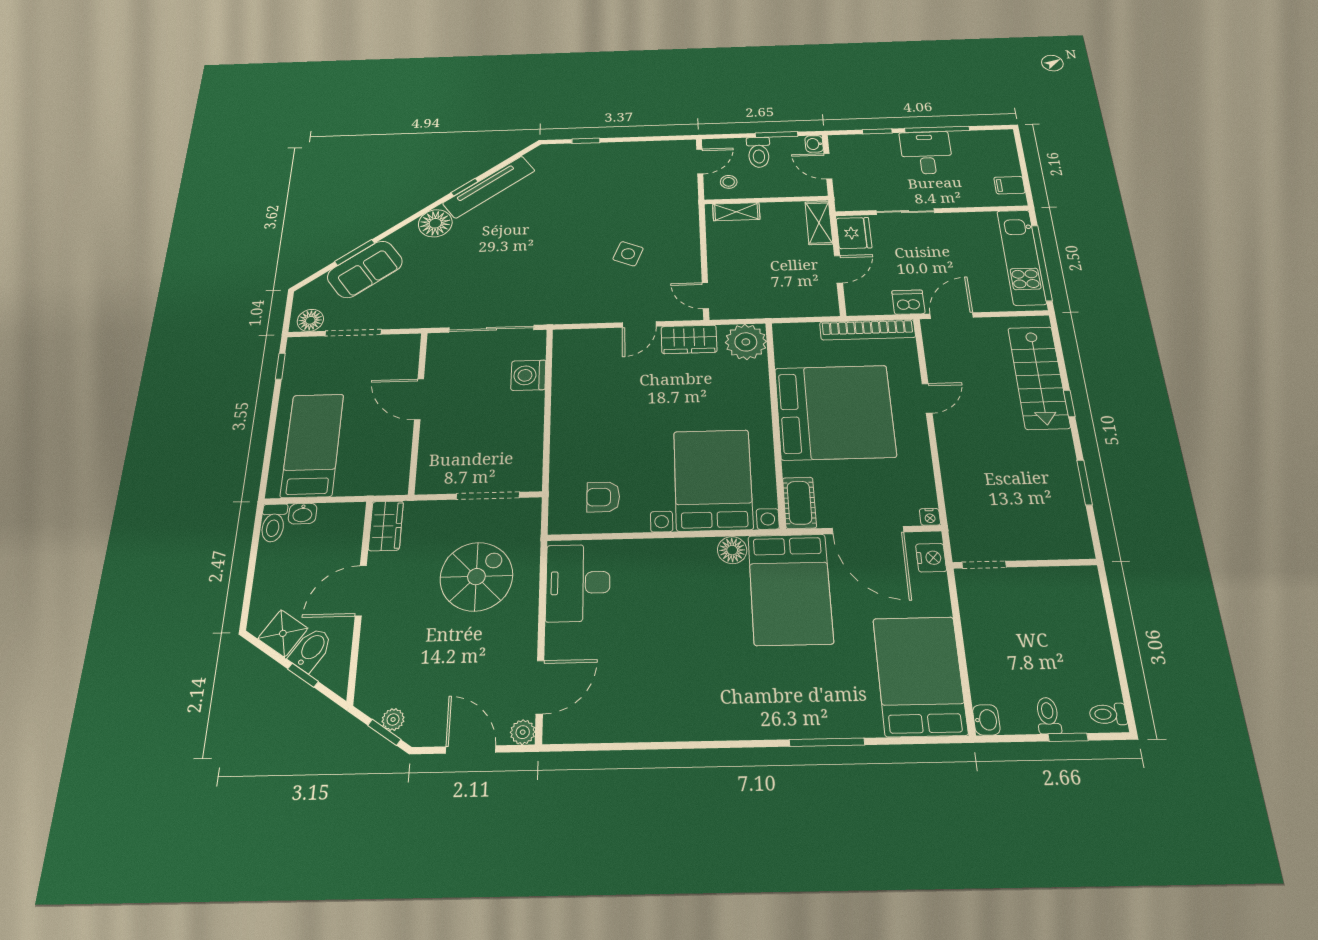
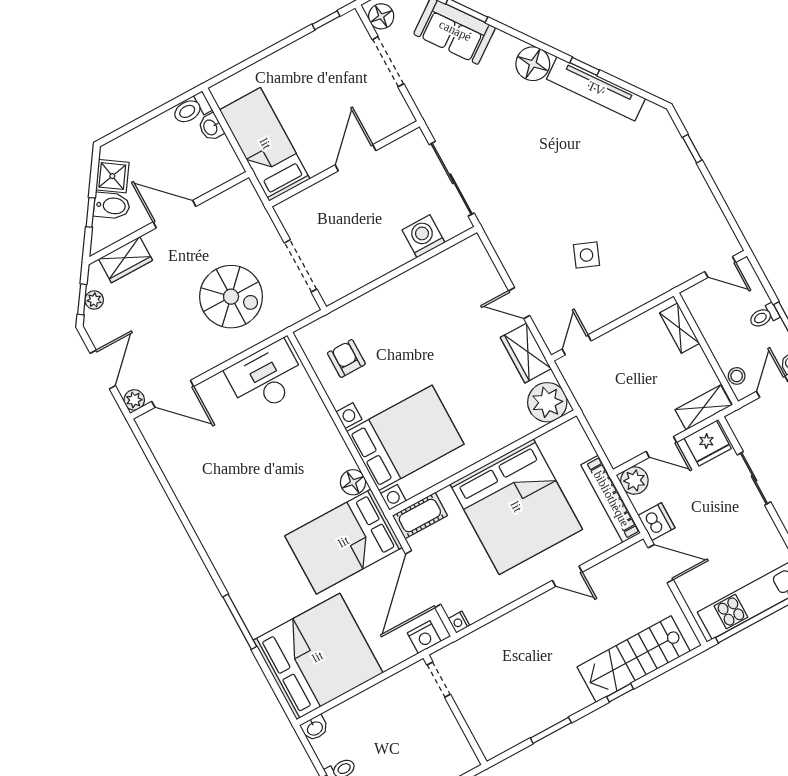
toilet: (759, 152) -> (764, 316), width x0.73, depth x0.72
stool: (729, 182) -> (737, 376), moved
plant: (859, 303) -> (634, 481), added
bed: (312, 445) -> (265, 144), moved, turned -90
wardrobe: (386, 526) -> (126, 260), moved
bed: (920, 676) -> (318, 657), width x1.36

